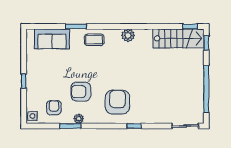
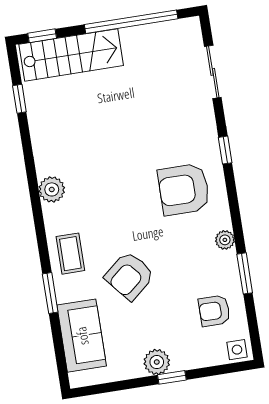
window: (190, 26) -> (19, 99), moved
stairs: (178, 38) -> (71, 55), moved, turned 90
plant: (33, 75) -> (157, 362), added
armchair: (81, 92) -> (129, 276), moved, turned 50
plant: (79, 119) -> (225, 240), moved
sliding door: (185, 126) -> (213, 72), moved

